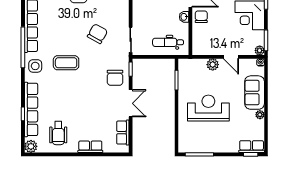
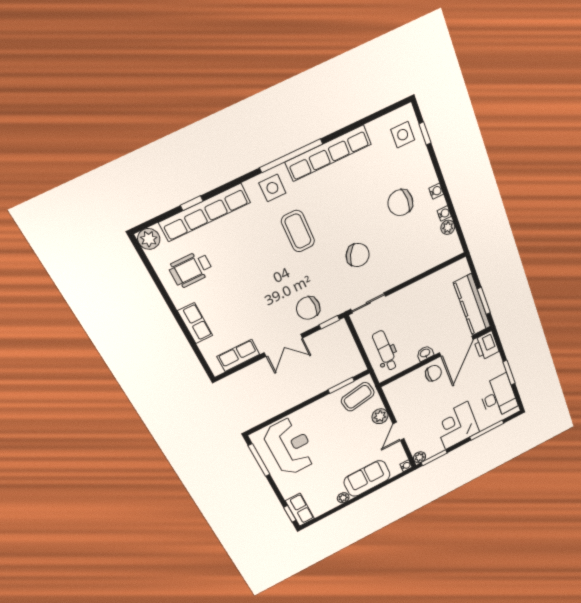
coffee table: (190, 73) -> (358, 397), added
reception desk: (208, 108) -> (290, 446), moved

